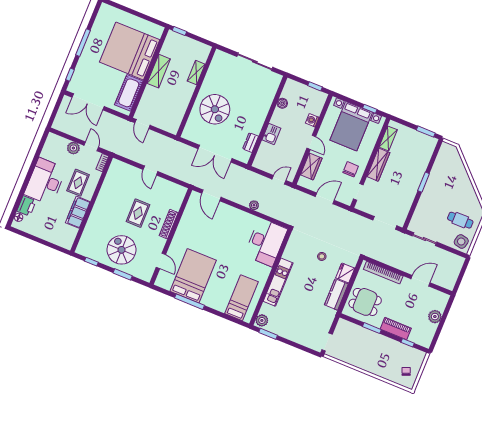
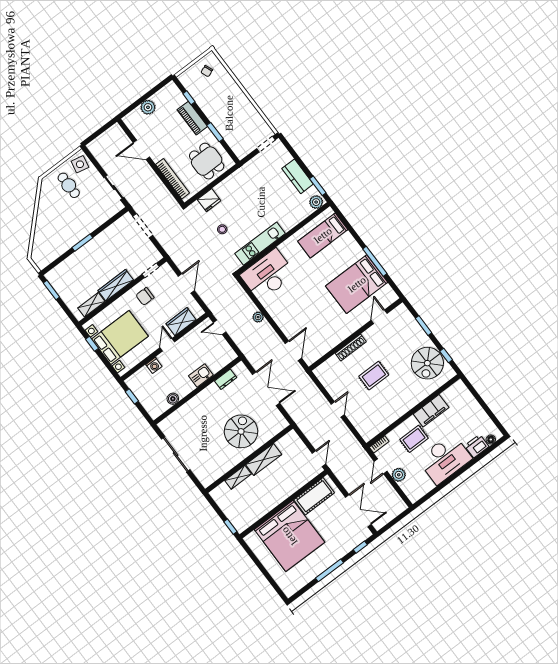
shelving: (159, 71) -> (264, 460), moved
door: (325, 198) -> (186, 283), swing flipped
spiral stairs: (121, 250) -> (427, 363), moved
kitchen unit: (278, 282) -> (260, 244), moved
kitchen counter: (336, 294) -> (298, 176), moved, turned 90

